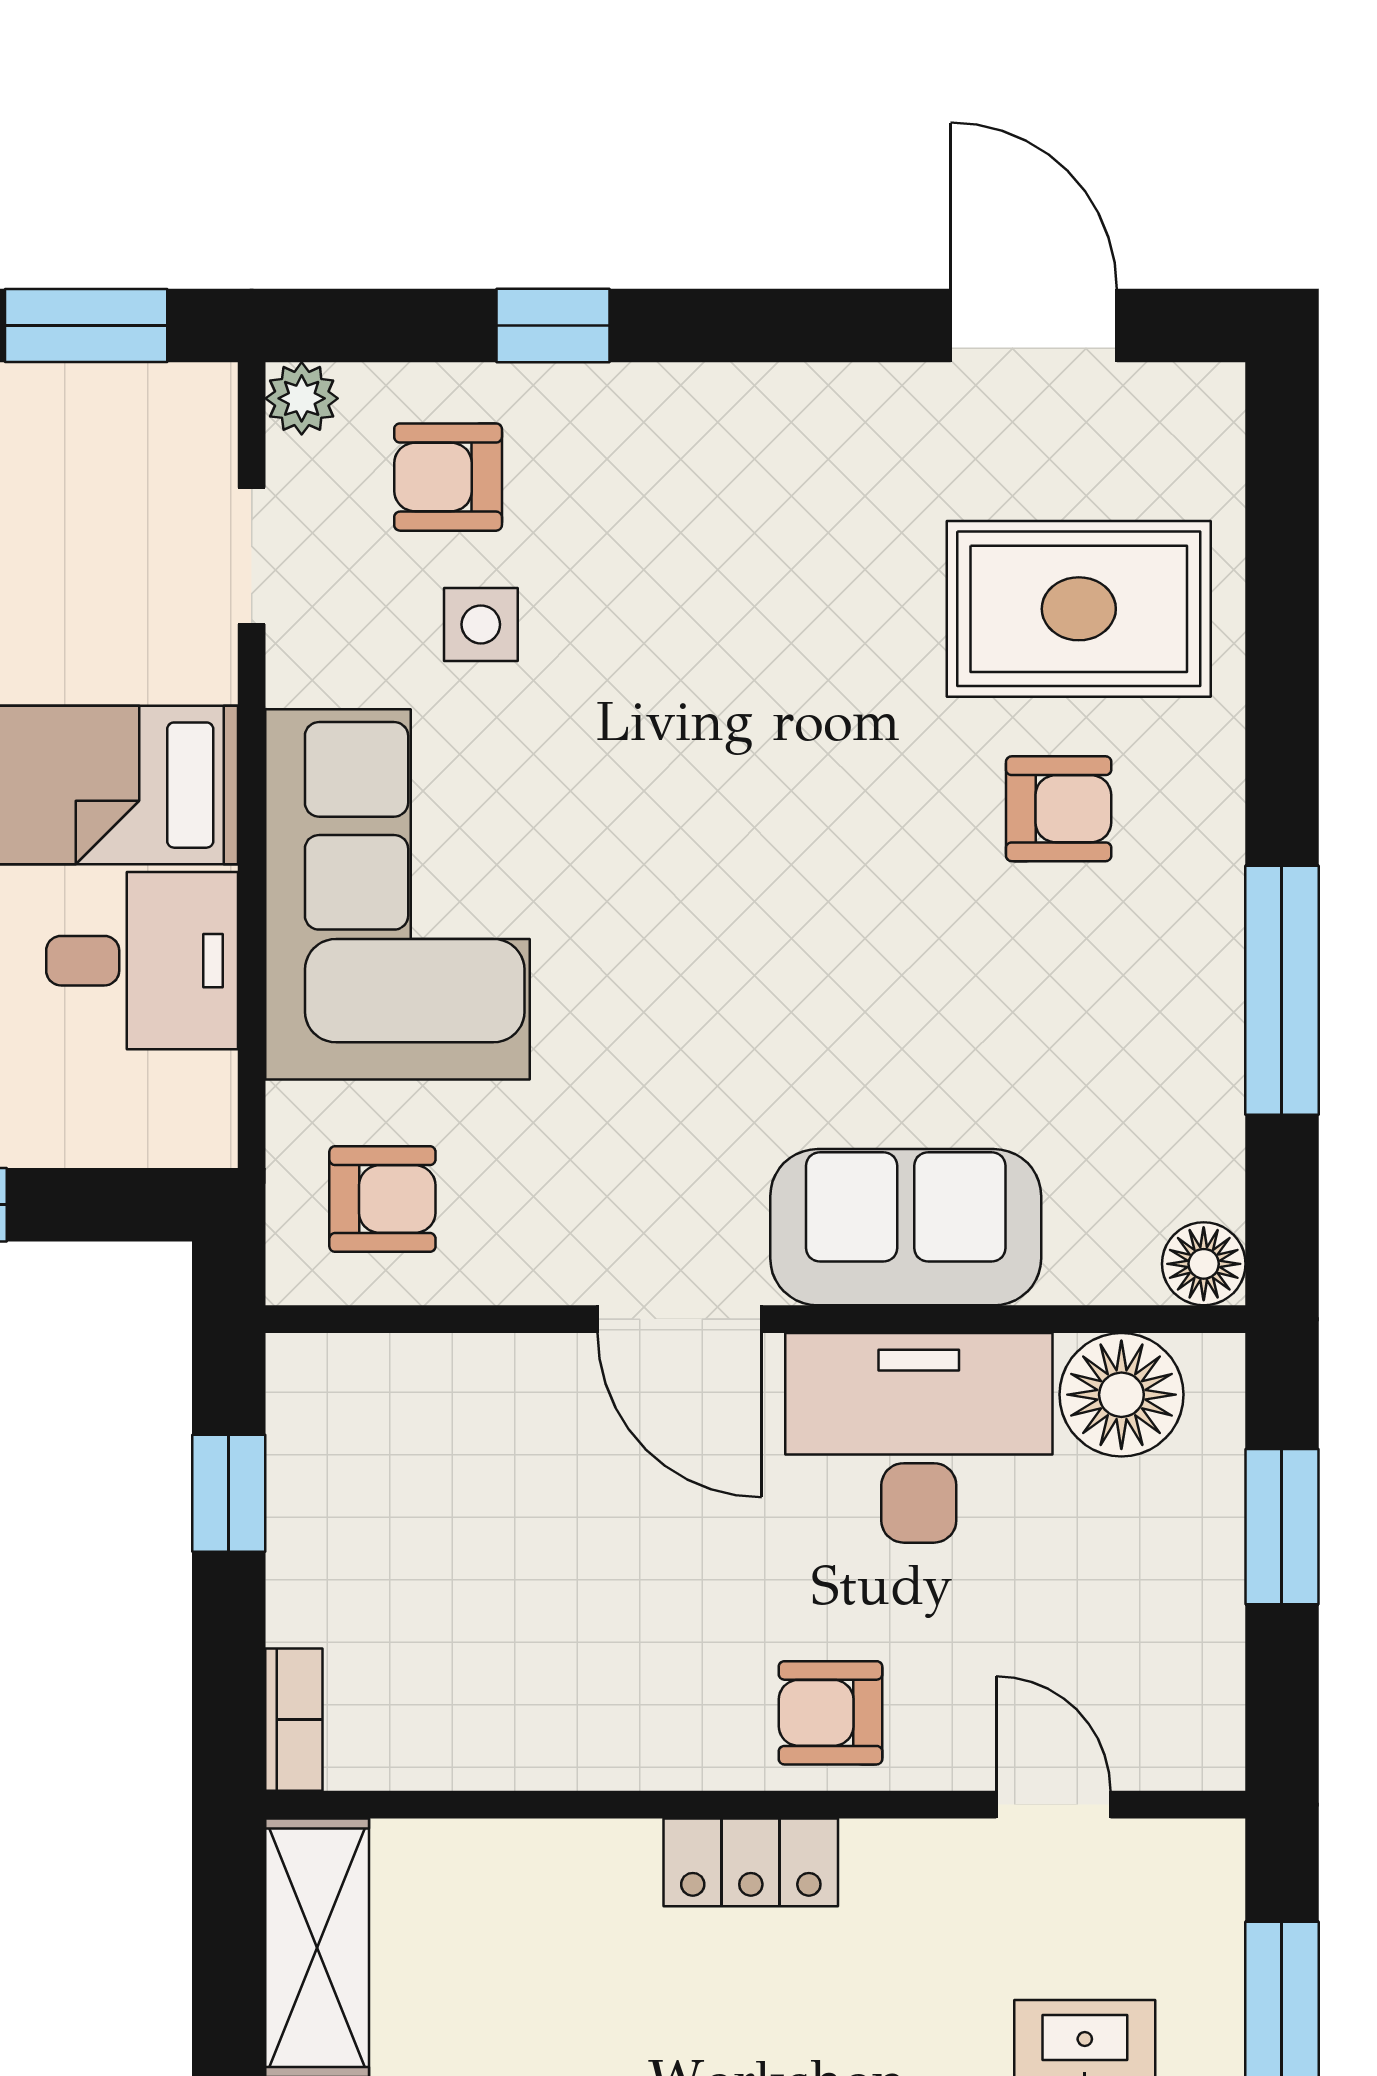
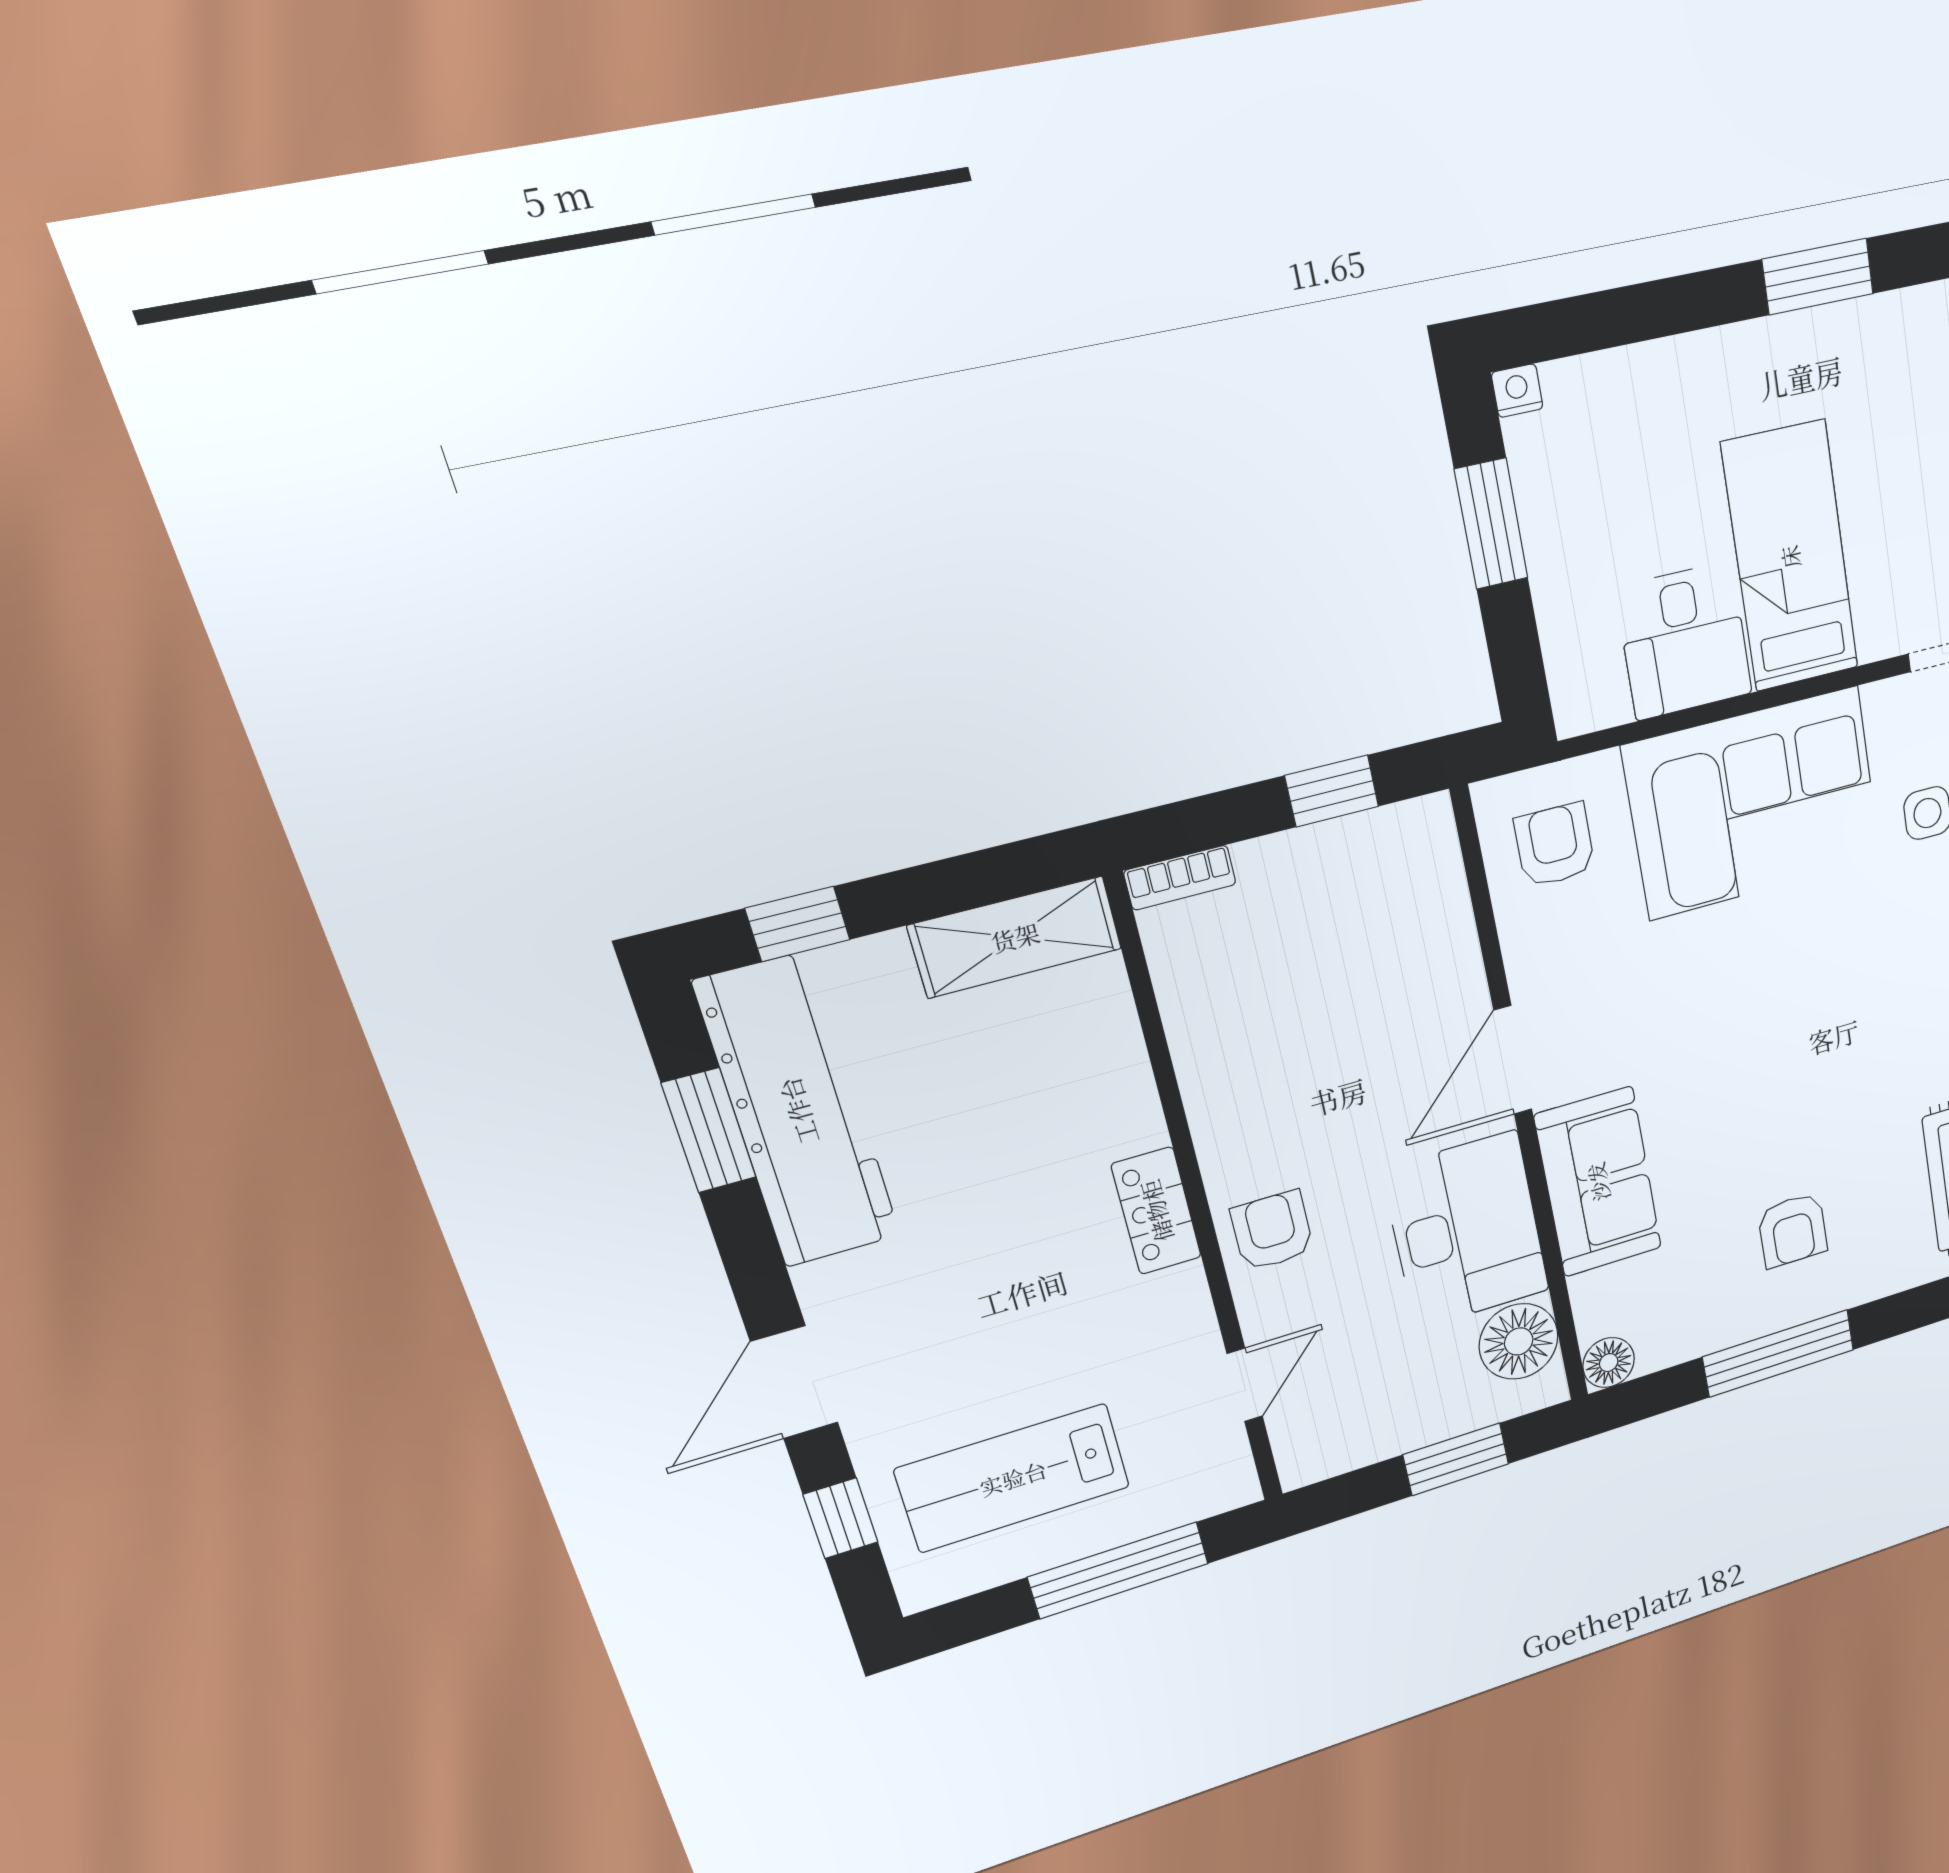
armchair: (1059, 809) -> (1793, 1230), moved
armchair: (382, 1199) -> (1555, 845), turned 180

